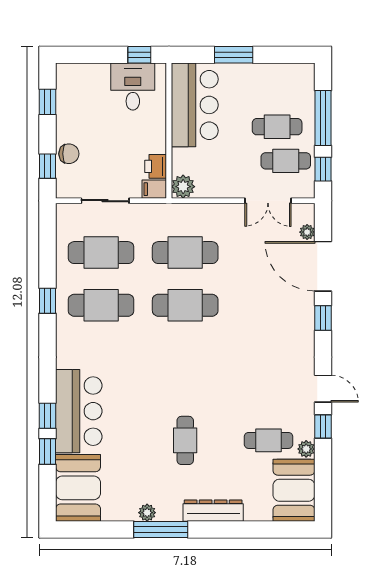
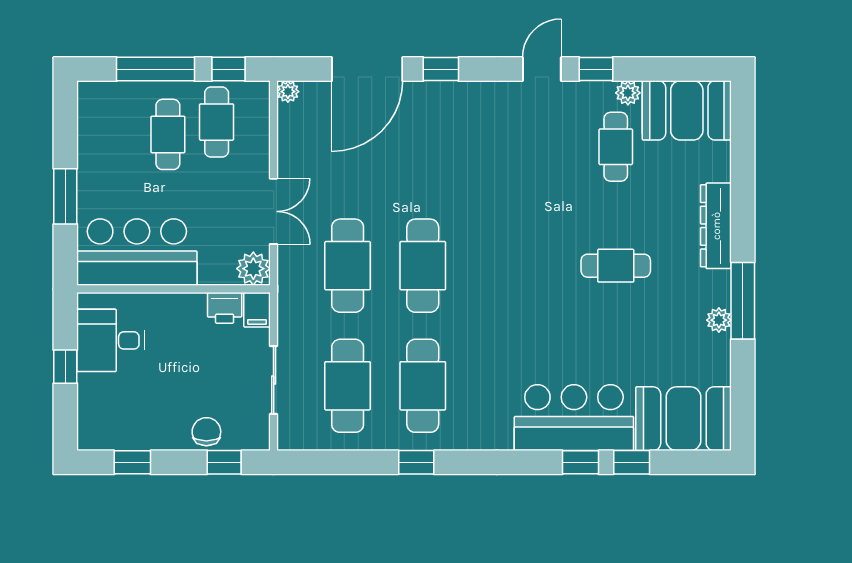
window: (139, 55) -> (65, 367), moved
double door: (268, 201) -> (274, 211), moved
plant: (307, 232) -> (288, 92), moved

